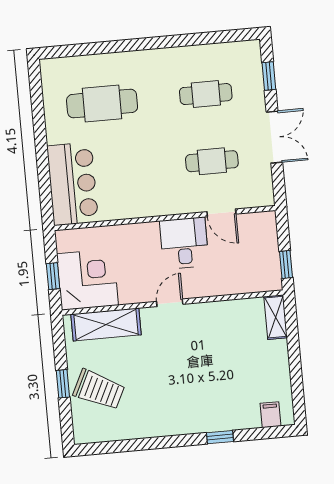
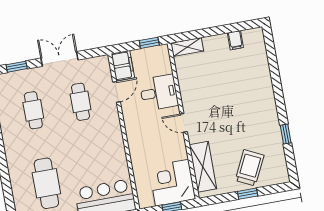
filing cabinet: (257, 225) -> (123, 66), added
desk: (184, 243) -> (159, 93), moved, turned 180
filing cabinet: (271, 415) -> (235, 40), moved, turned -90
window: (220, 437) -> (286, 134), moved

